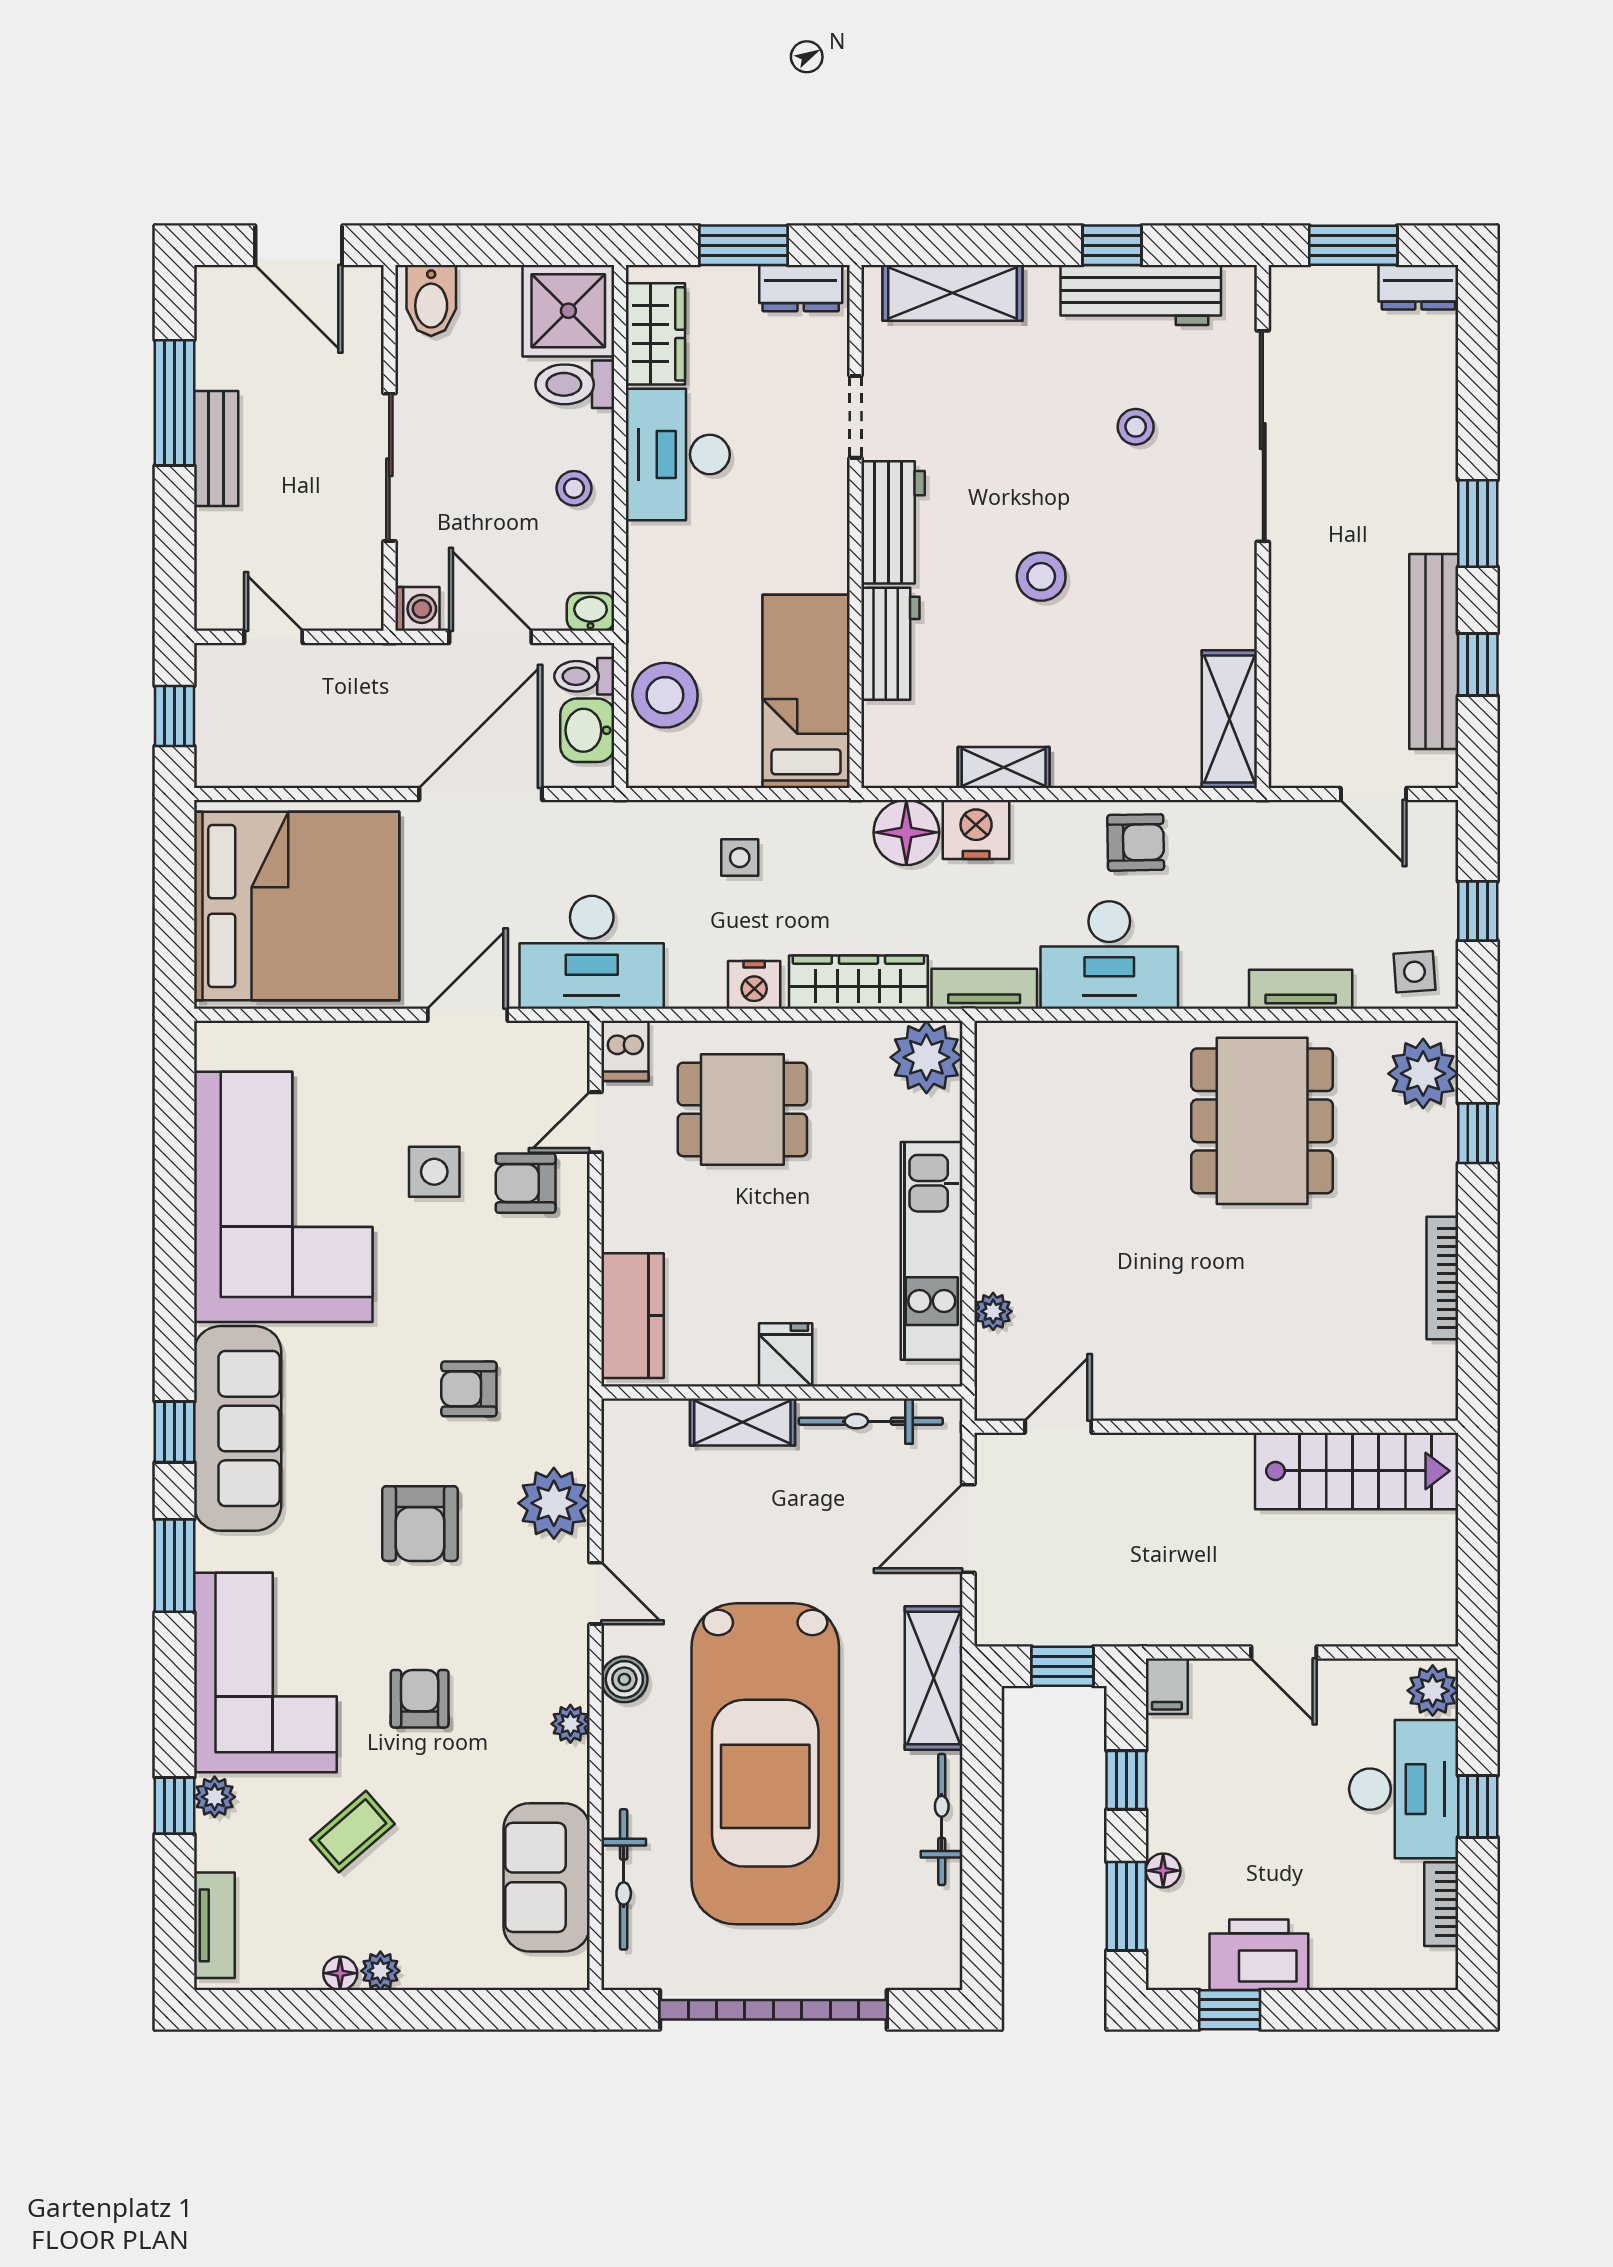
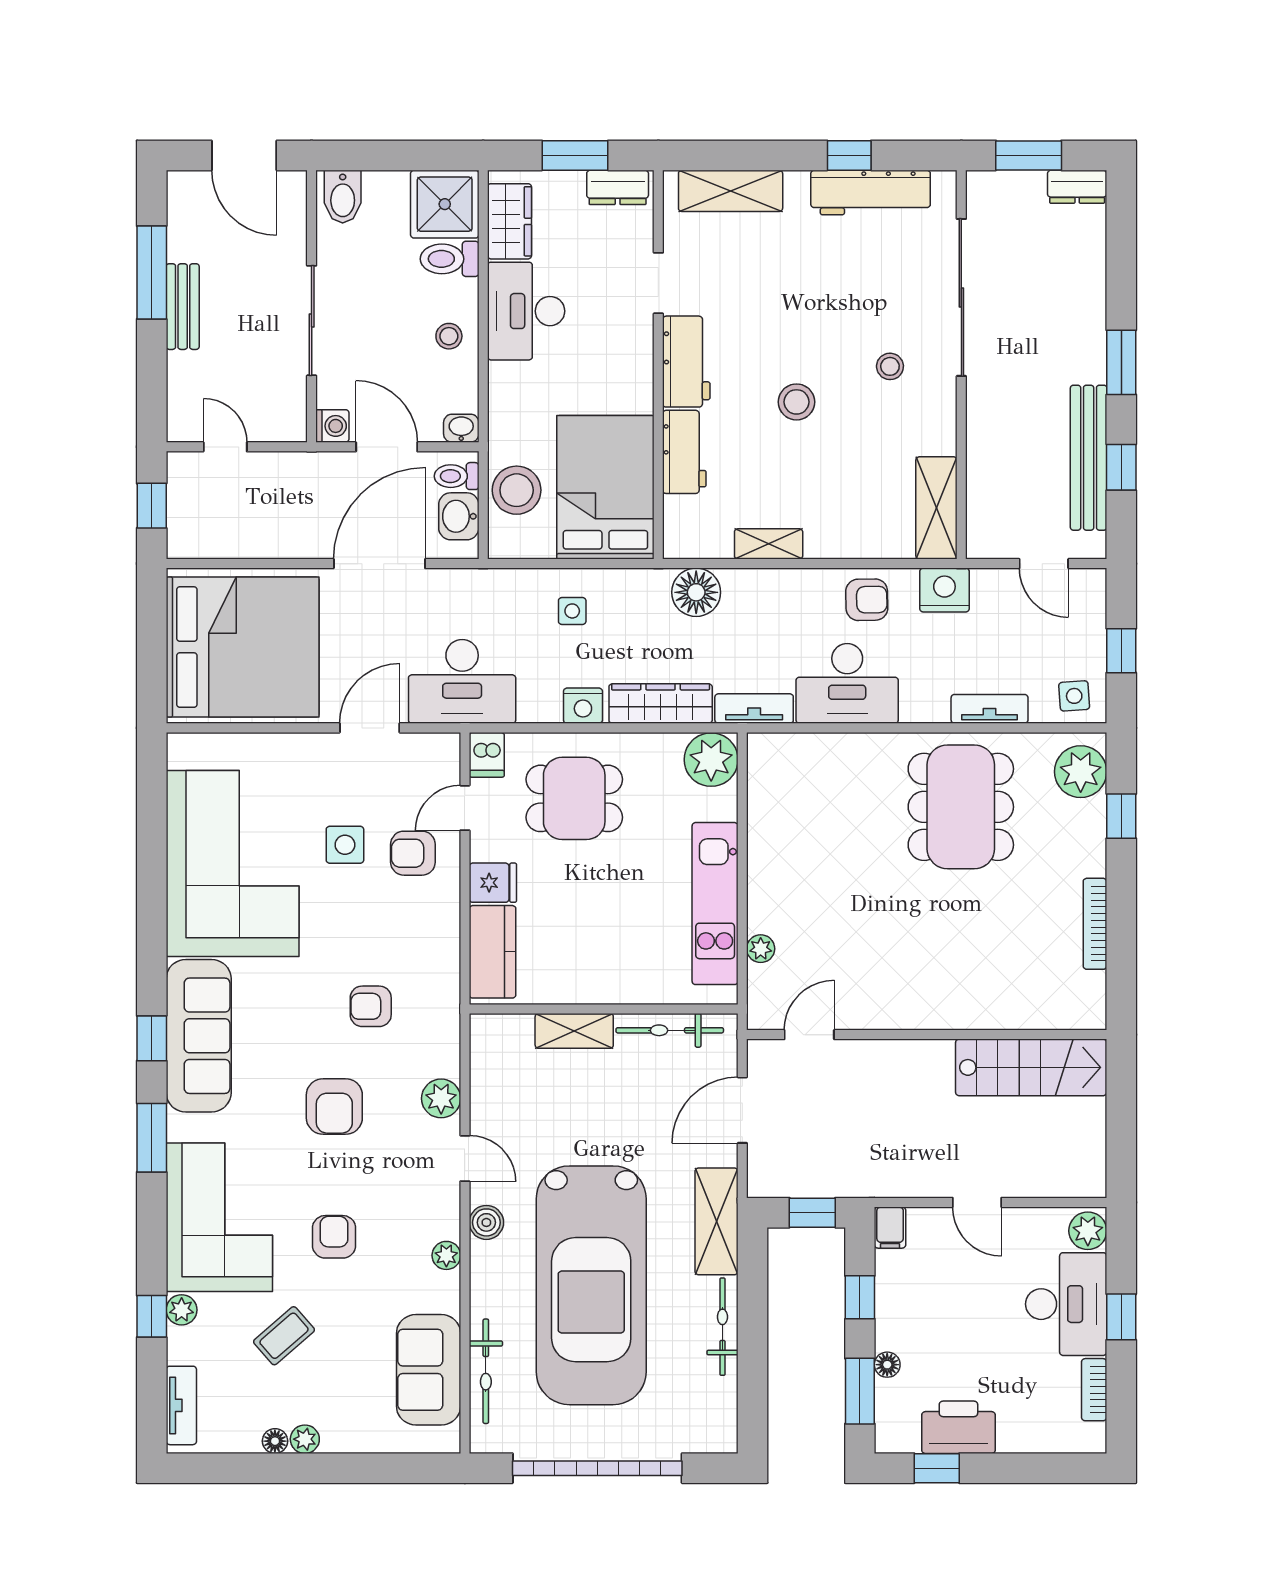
stool: (1136, 427) -> (890, 366), moved
bed: (806, 691) -> (605, 487), width x1.50
nightstand: (976, 829) -> (944, 590), moved
fridge: (786, 1355) -> (493, 883), moved, turned 90
plant: (554, 1503) -> (441, 1098), width x0.73, depth x0.73

